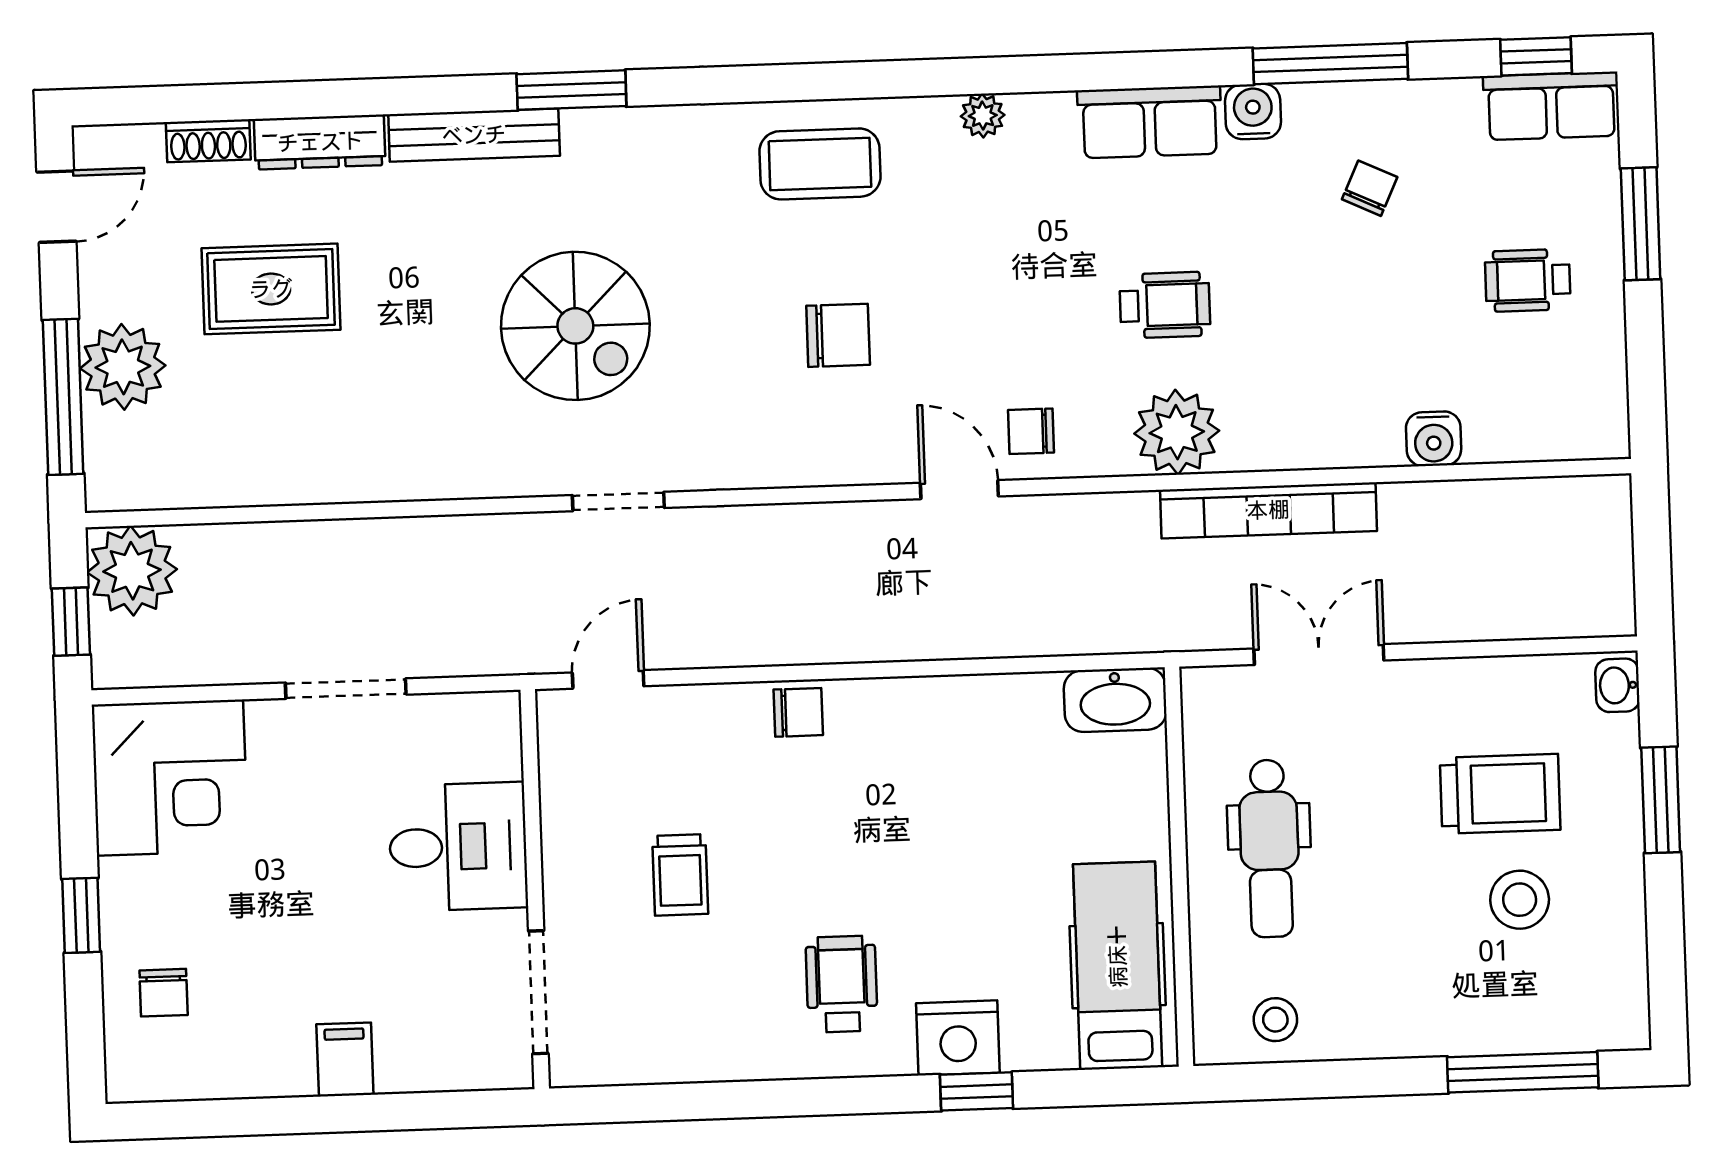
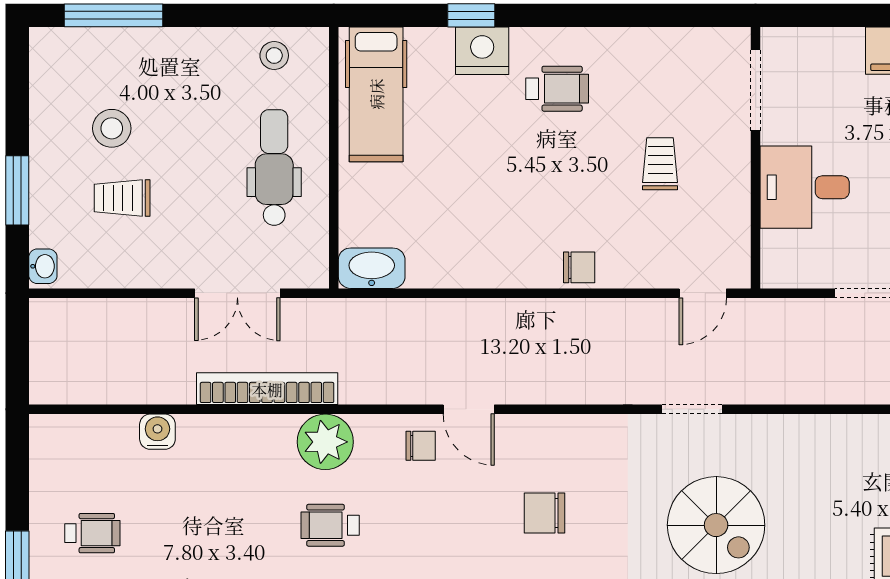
spiral stairs: (575, 326) -> (716, 525), turned 180
chair: (798, 712) -> (579, 267), turned 180
trolley: (1500, 794) -> (122, 198), width x0.73, depth x0.72
wheelchair: (842, 984) -> (557, 89), turned -90

